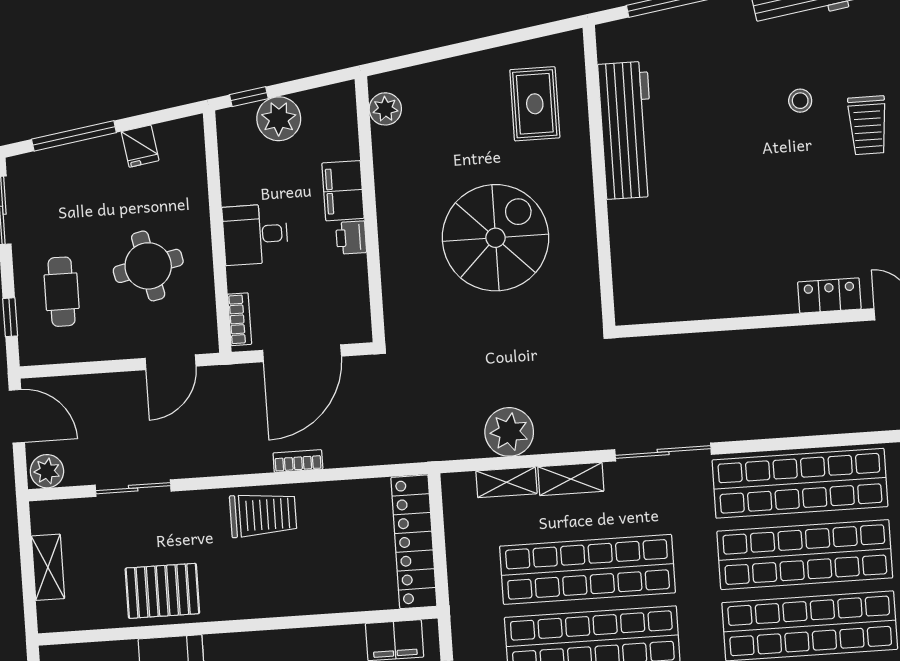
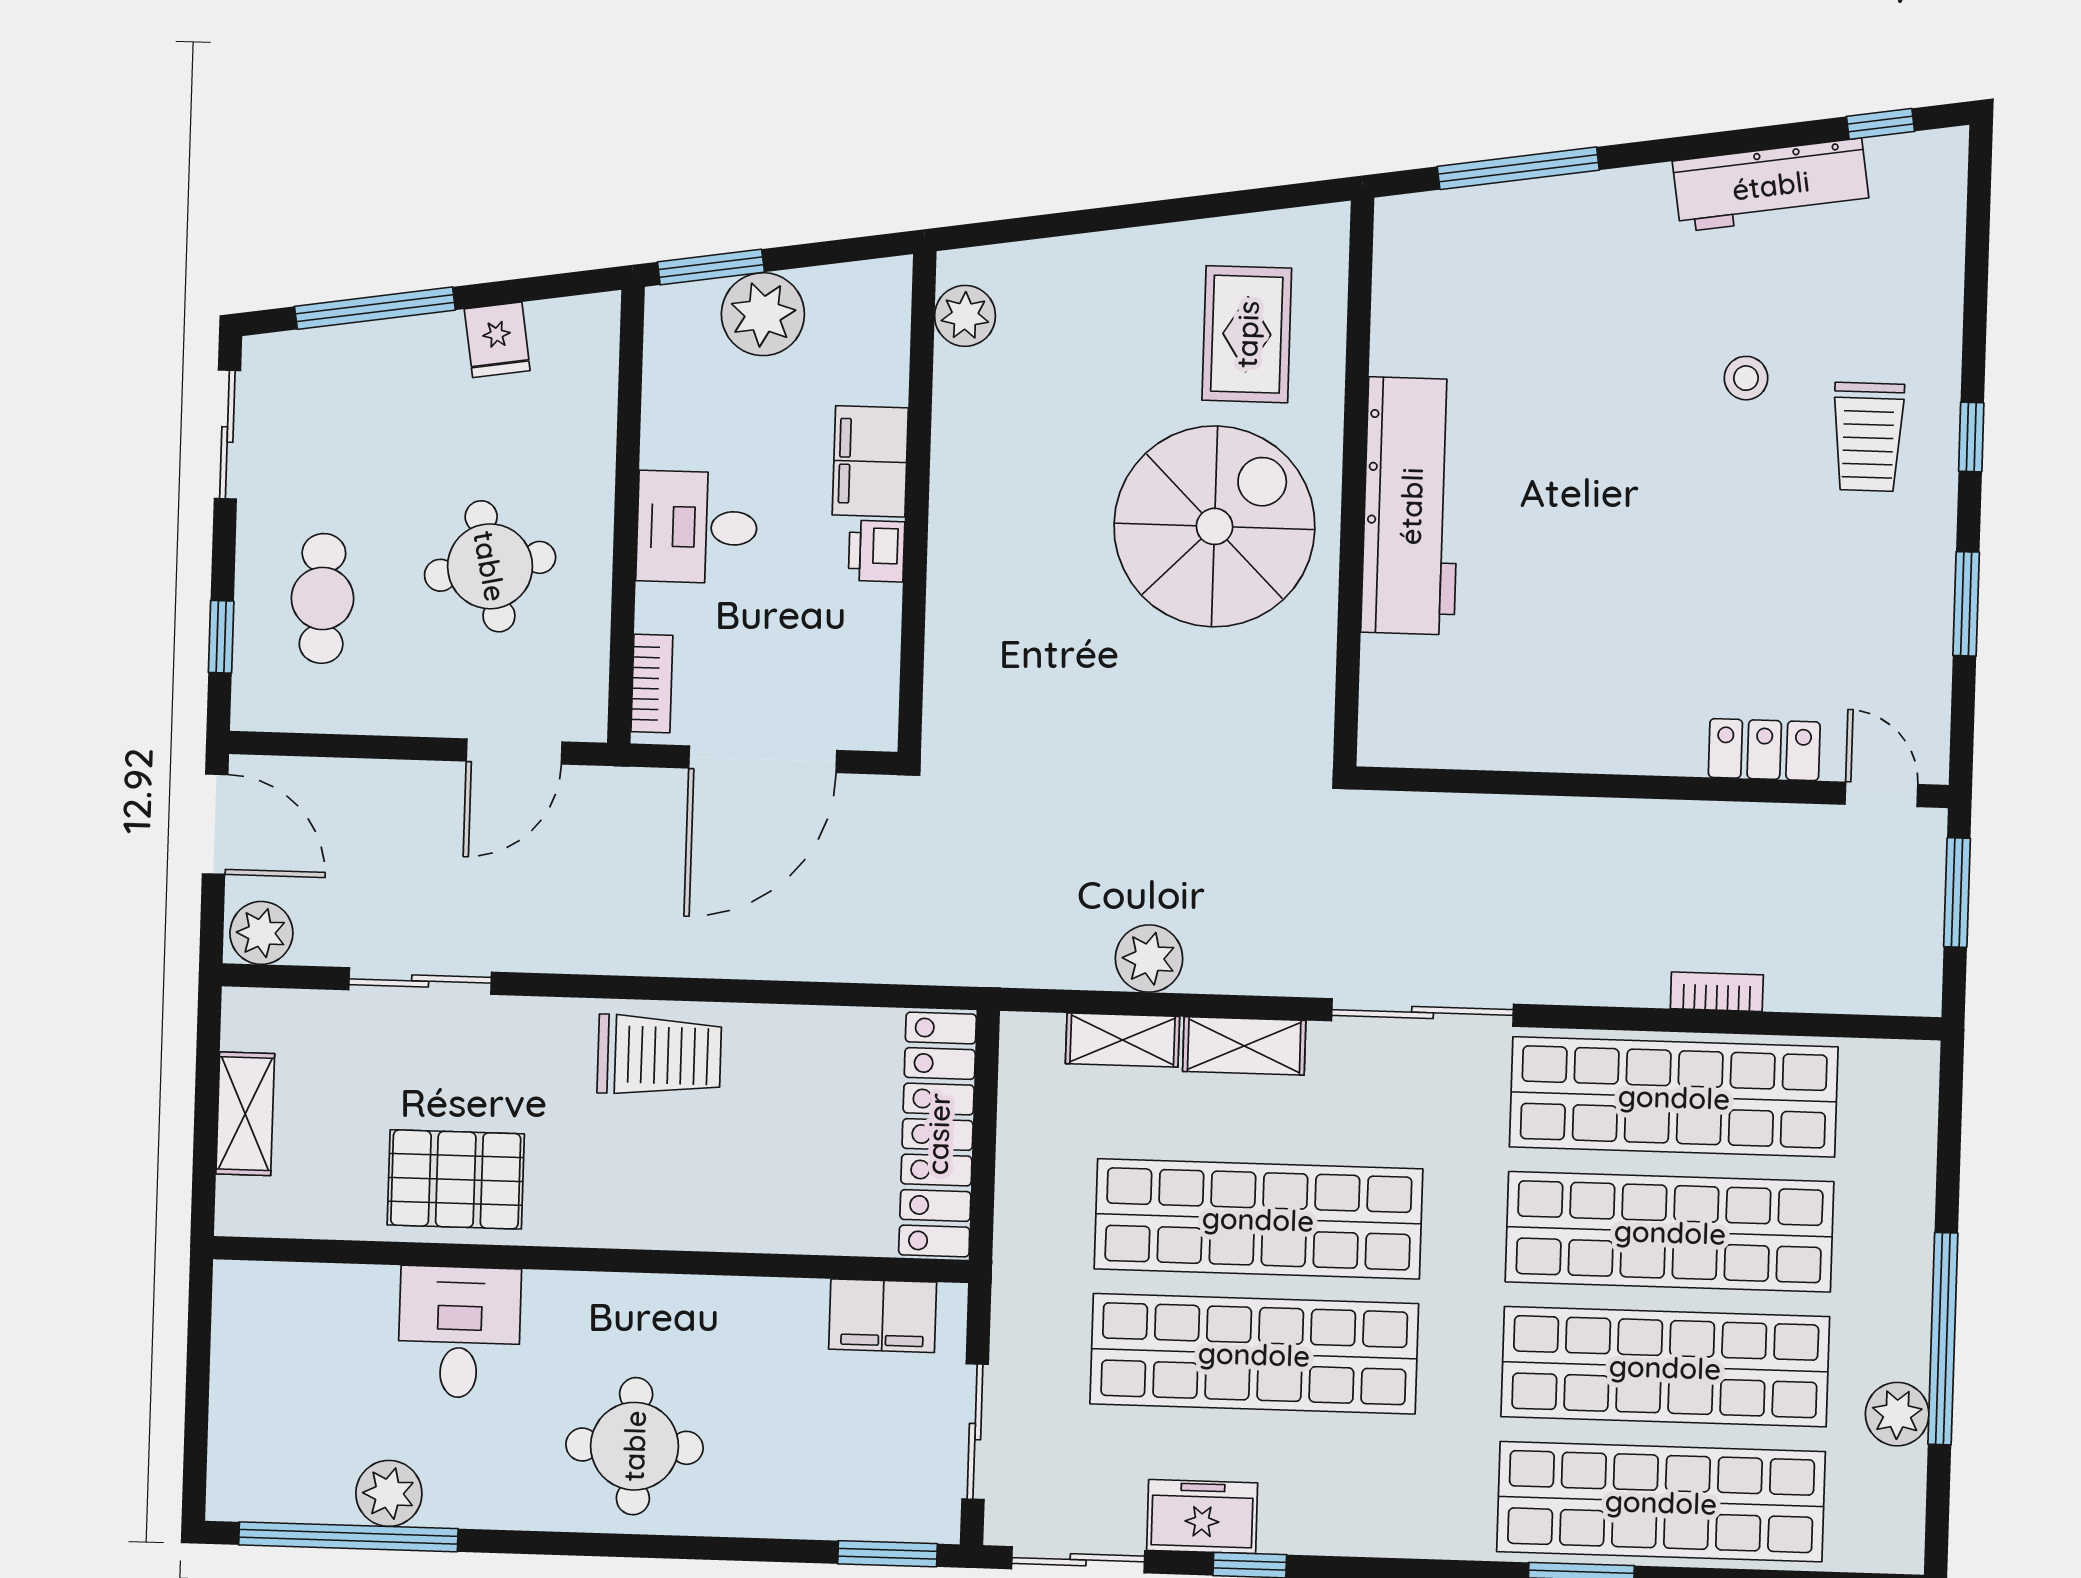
window: (249, 97) -> (711, 267), width x1.50
workbench: (627, 130) -> (1411, 506), moved
spiral stairs: (495, 238) -> (1214, 526), moved
plant: (509, 432) -> (1149, 959), width x0.73, depth x0.73
bookcase: (298, 461) -> (1717, 992), moved

